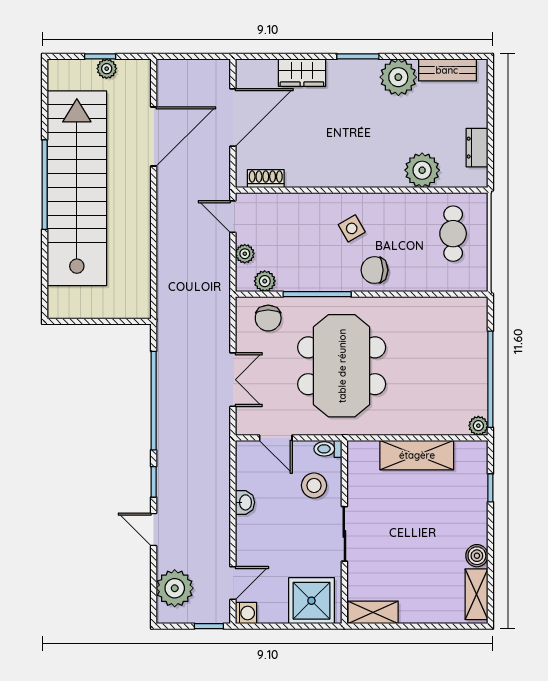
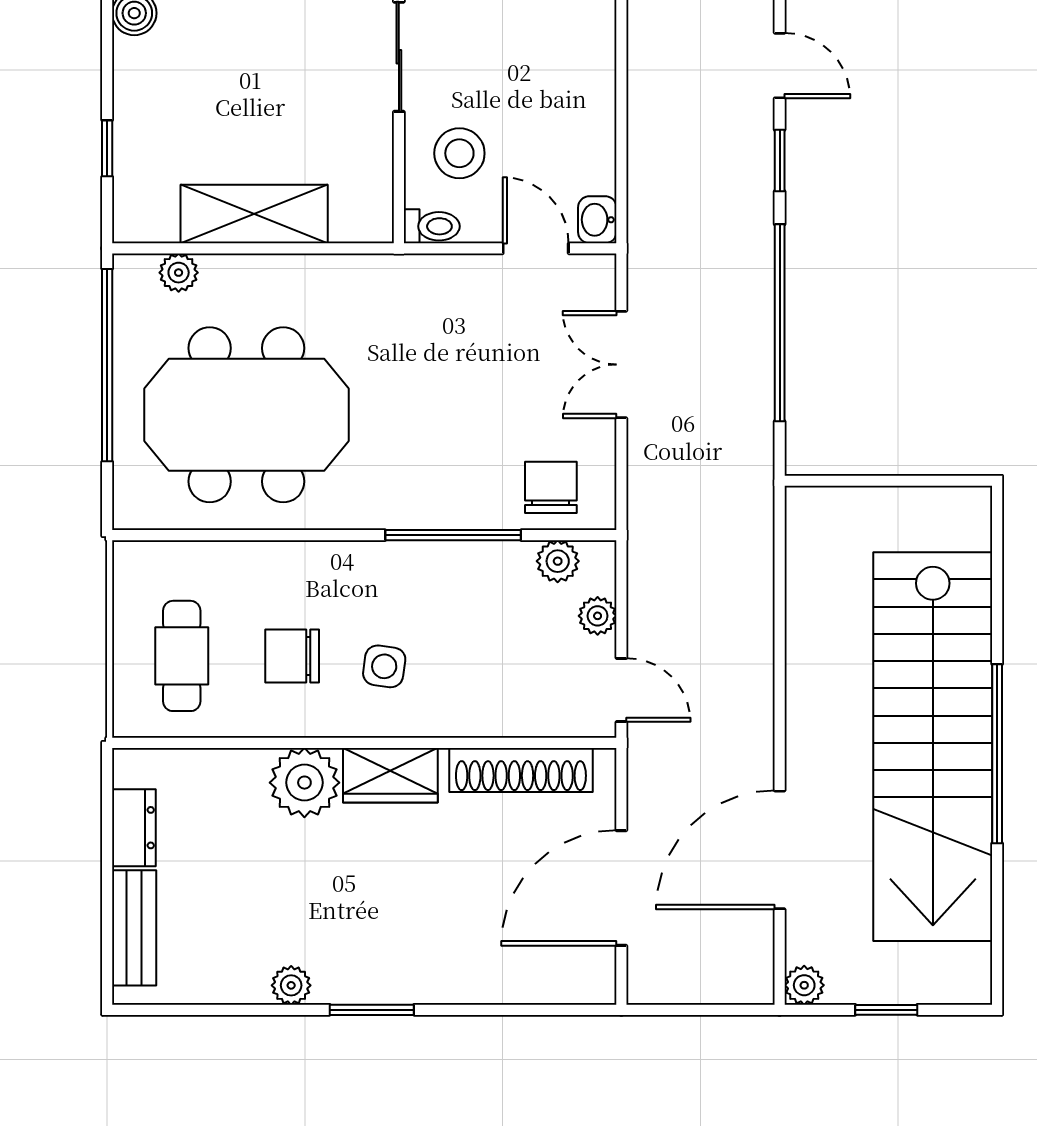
plant: (107, 69) -> (804, 985), moved
bench: (447, 70) -> (134, 928), moved, turned 90
wardrobe: (302, 73) -> (390, 775), moved, turned 180
plant: (398, 77) -> (291, 985), width x0.53, depth x0.53
plant: (422, 170) -> (304, 783), moved
shoe rack: (266, 179) -> (521, 770), width x1.94, depth x1.24
side table: (352, 228) -> (384, 666), turned 38
chair: (374, 270) -> (292, 656), moved, turned 180
meeting table: (342, 366) -> (246, 415), moved, turned 90
plant: (478, 426) -> (179, 273), moved
washbasin: (245, 502) -> (597, 220), moved

